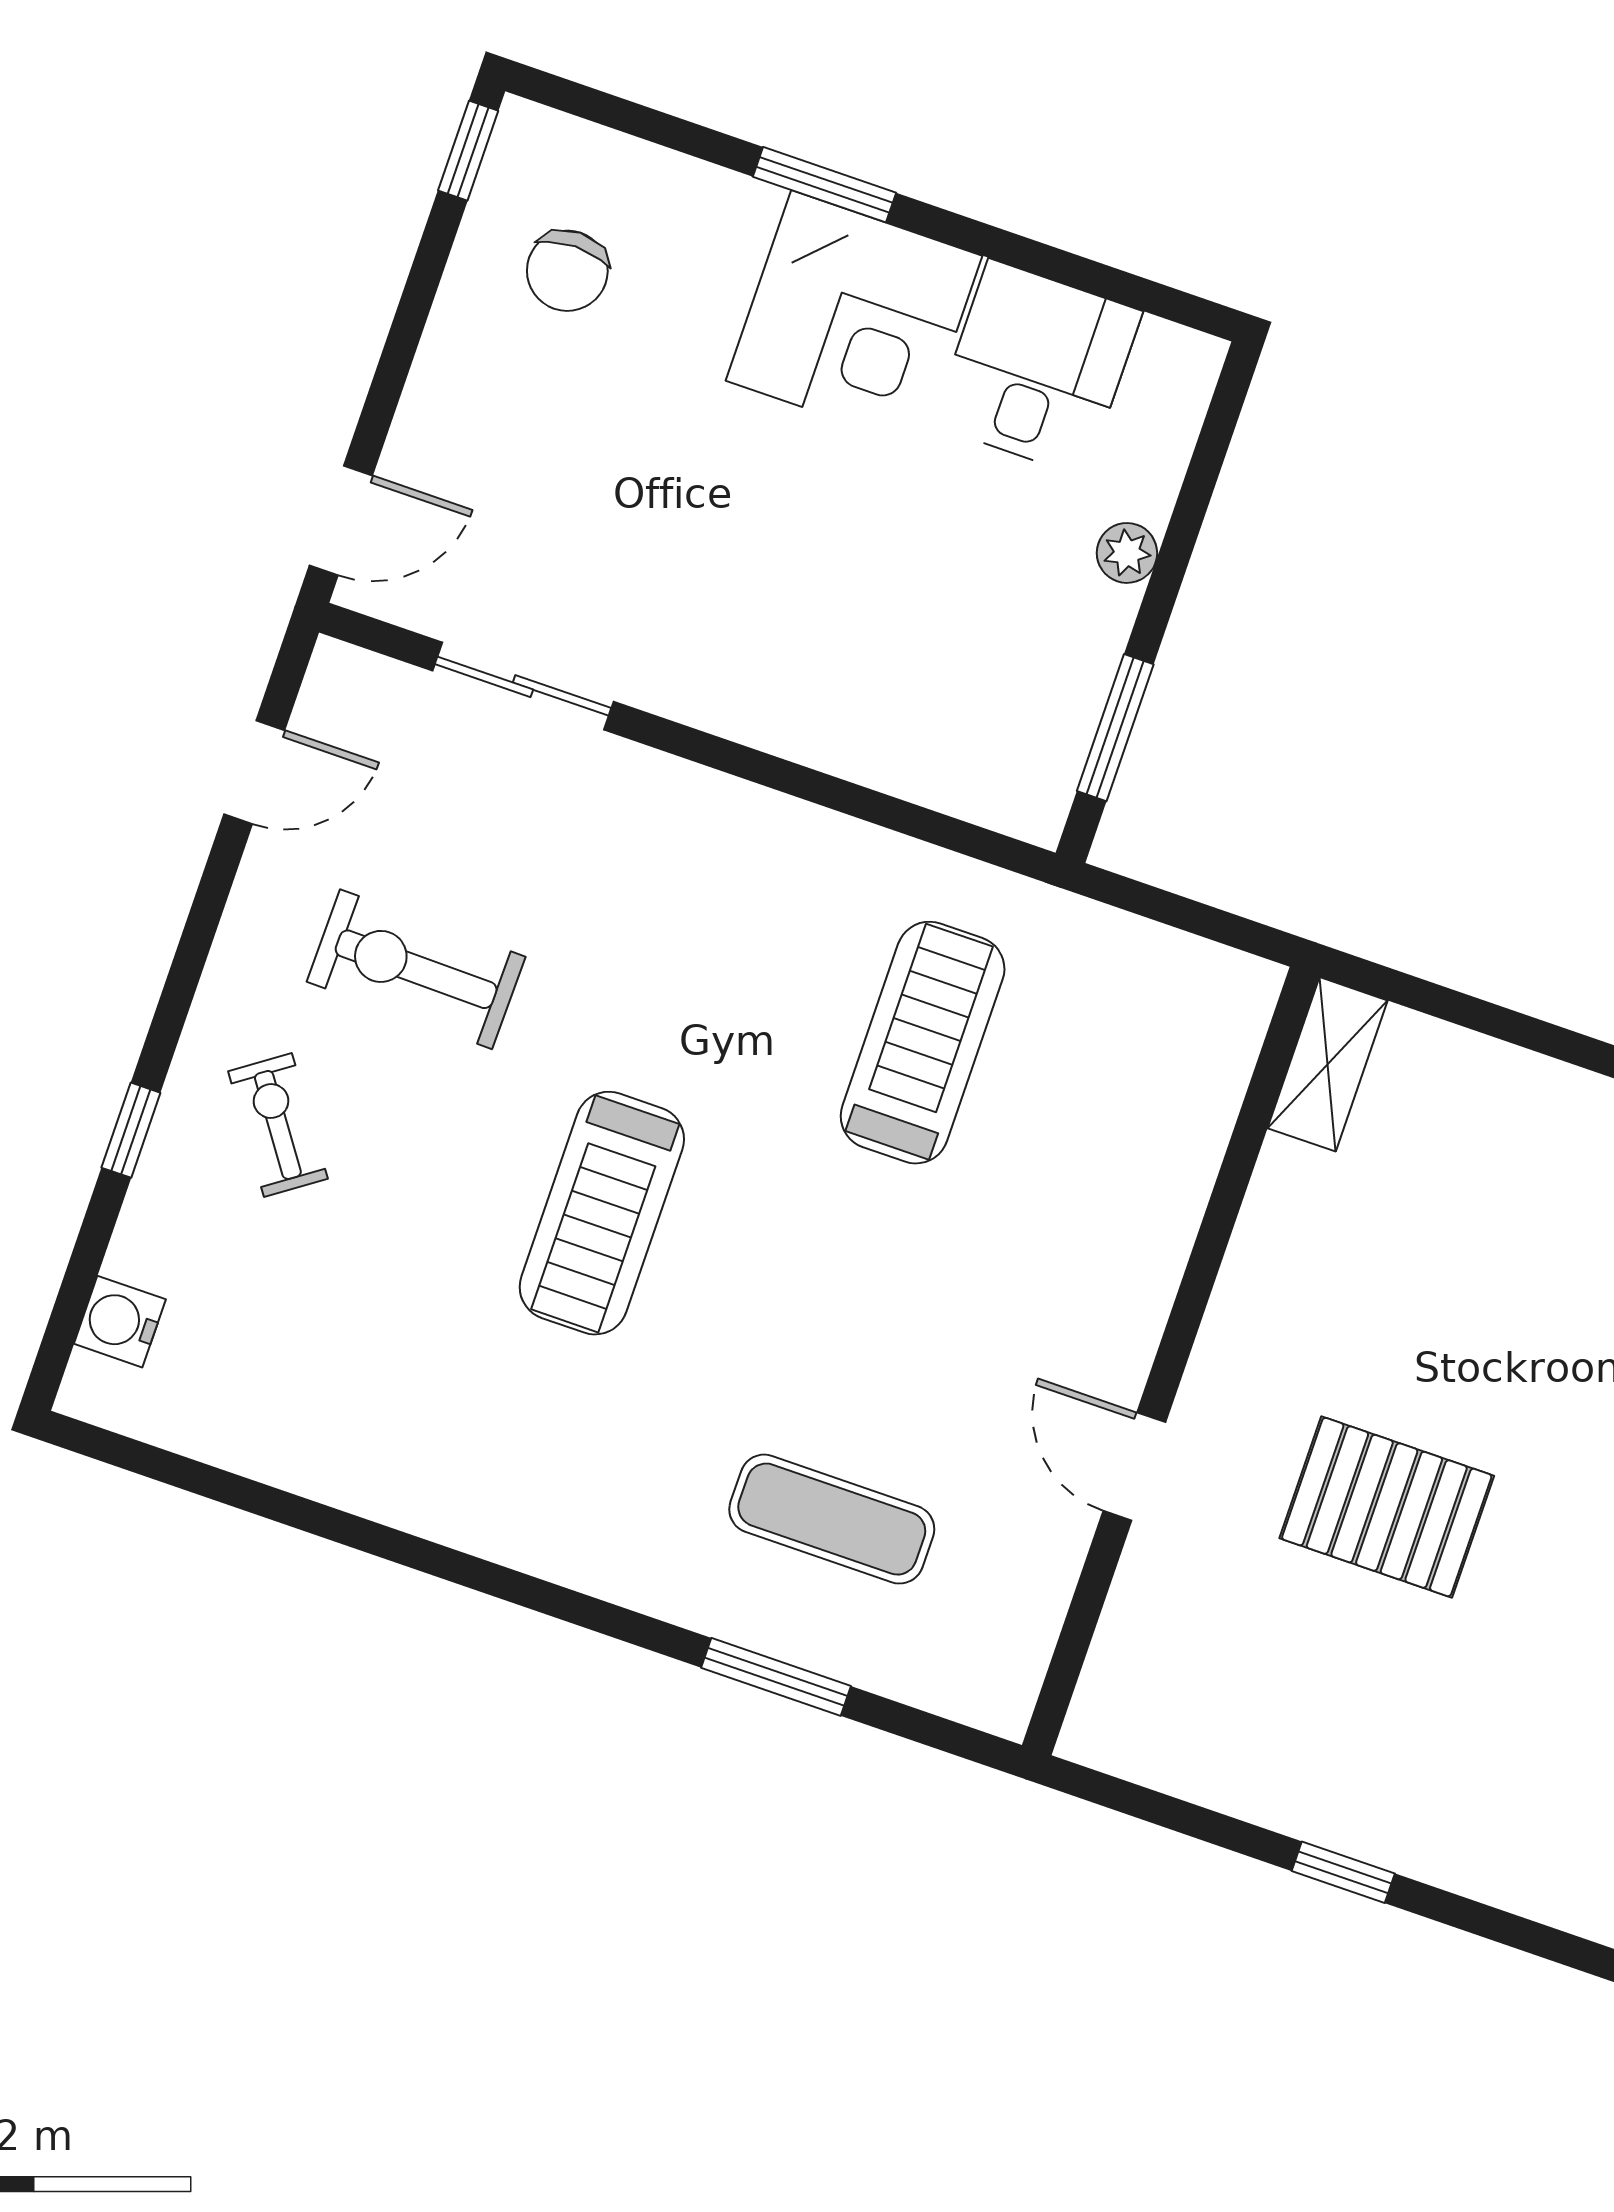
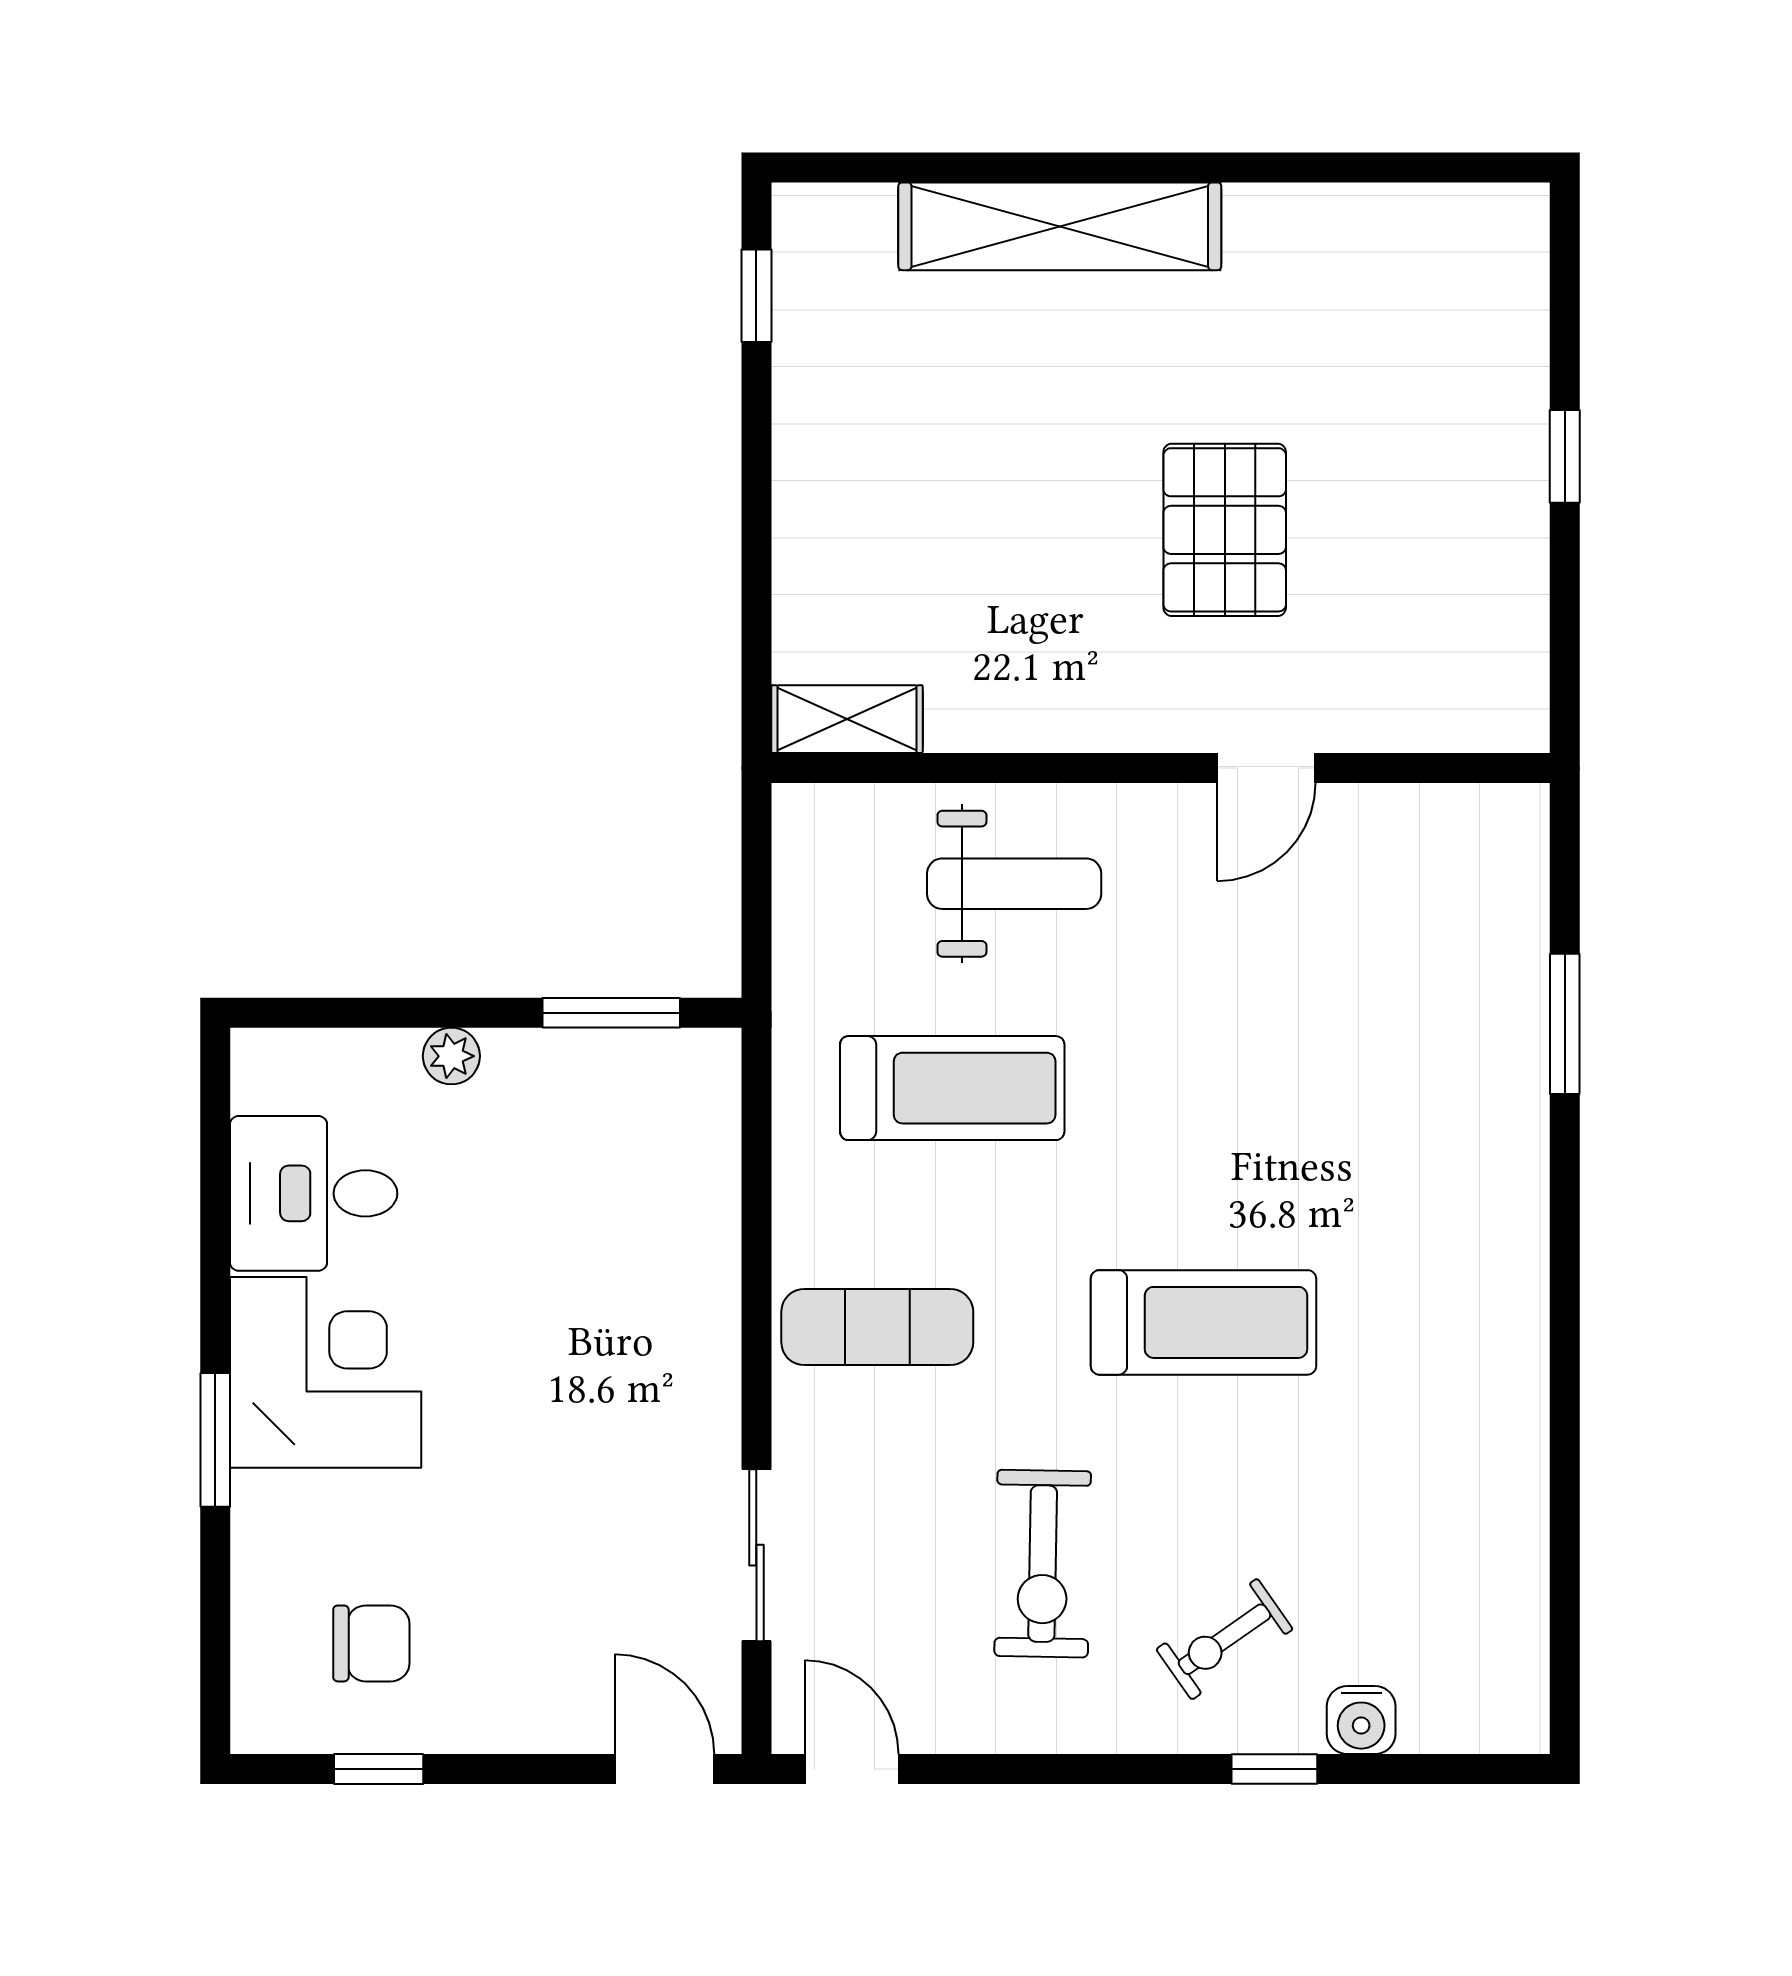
window: (468, 151) -> (379, 1769), moved
door: (254, 772) -> (852, 1769), moved
treadmill: (923, 1043) -> (952, 1088), turned 180
weight bench: (1106, 1175) -> (1014, 884), added
water cooler: (120, 1322) -> (1361, 1720), moved
exercise mat: (832, 1519) -> (877, 1327), moved, turned 90

